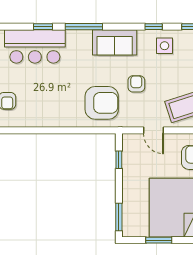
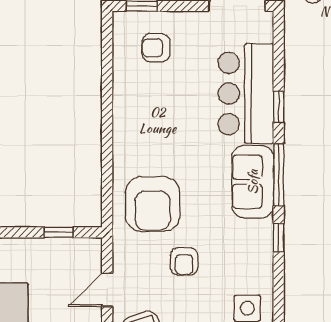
window: (154, 27) -> (279, 238), moved
sofa: (115, 42) -> (253, 182), moved
armchair: (136, 84) -> (184, 261), turned 90

